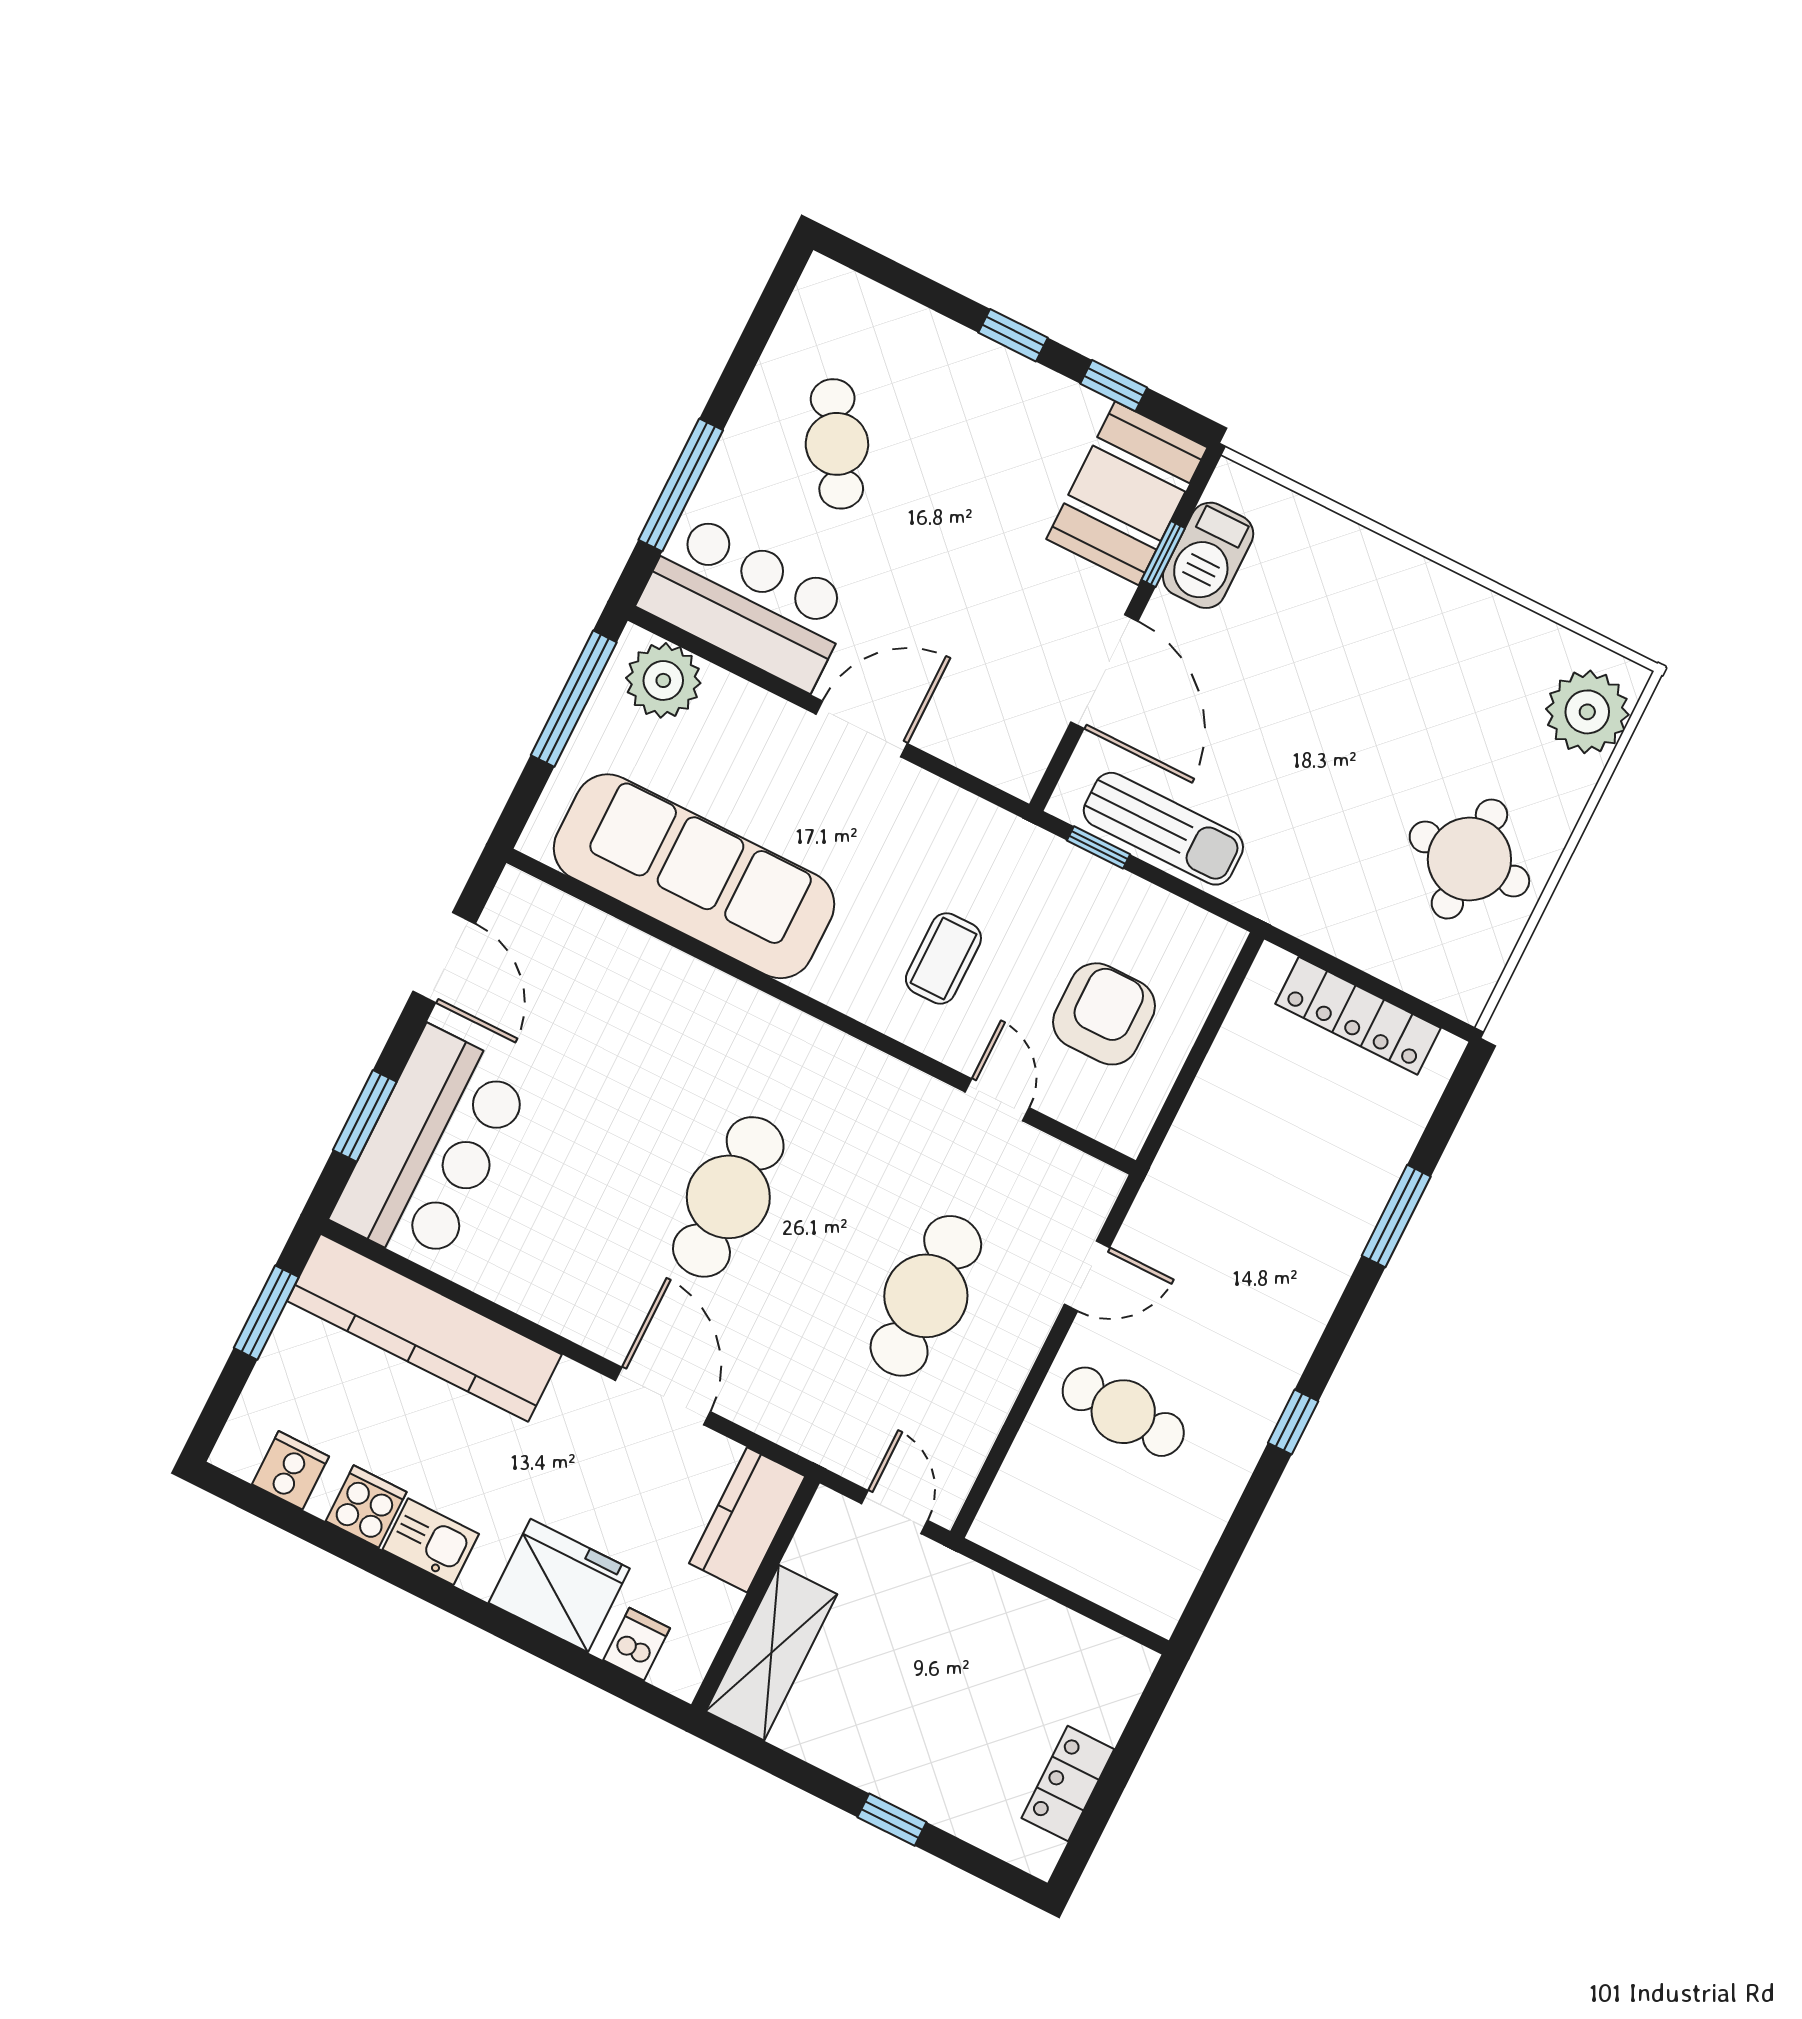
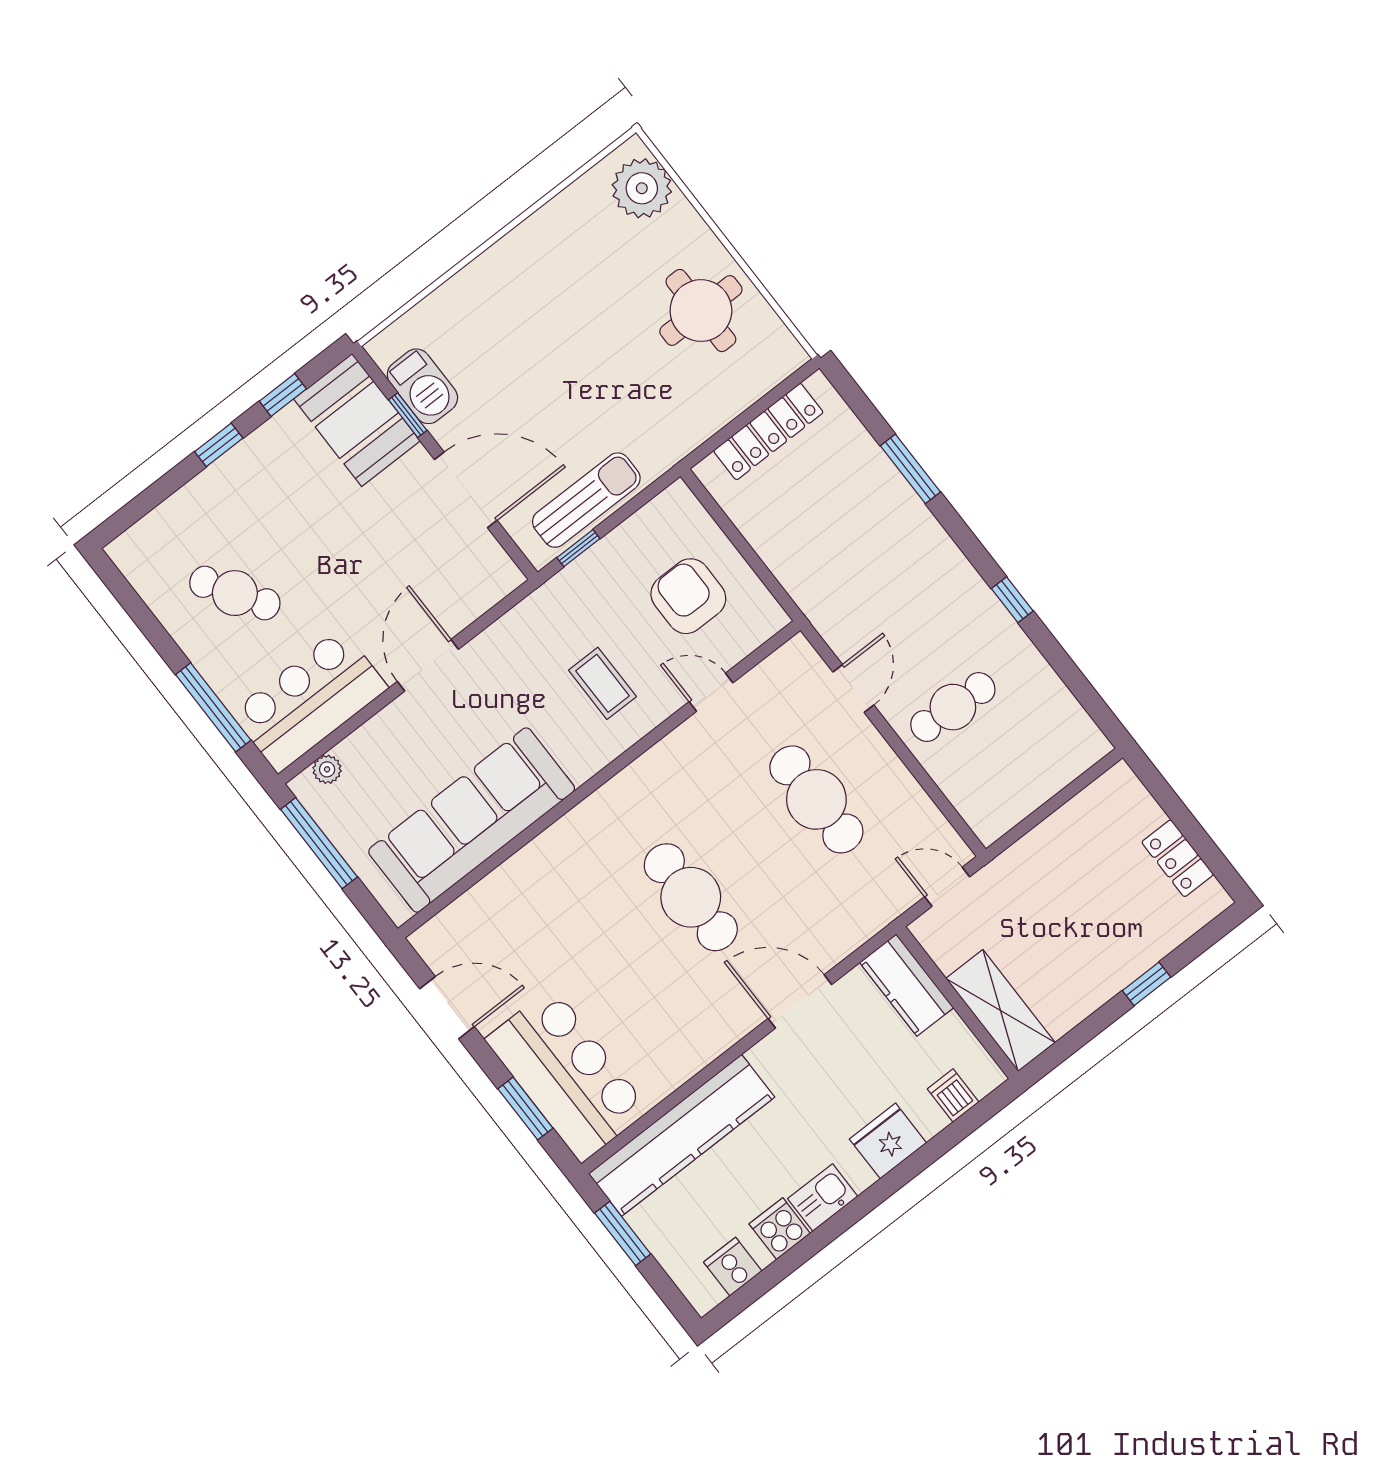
plant: (663, 680) -> (327, 769), width x0.53, depth x0.53
fridge: (559, 1586) -> (888, 1141), width x0.73, depth x0.75

